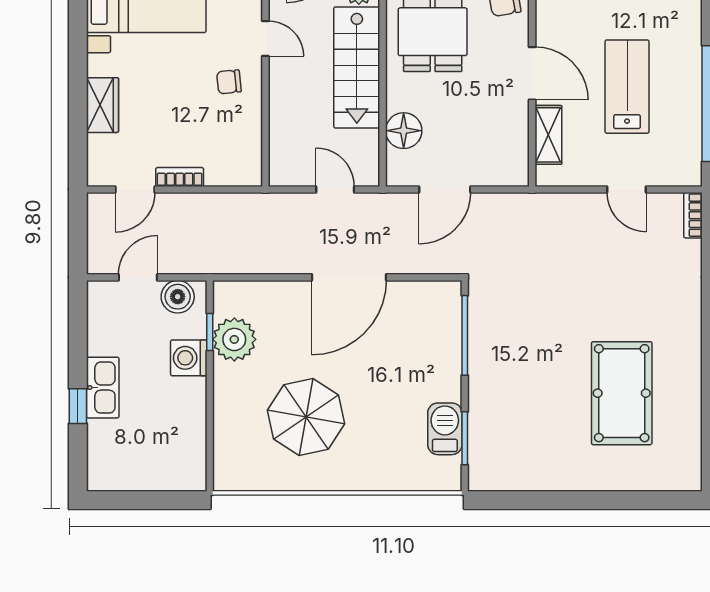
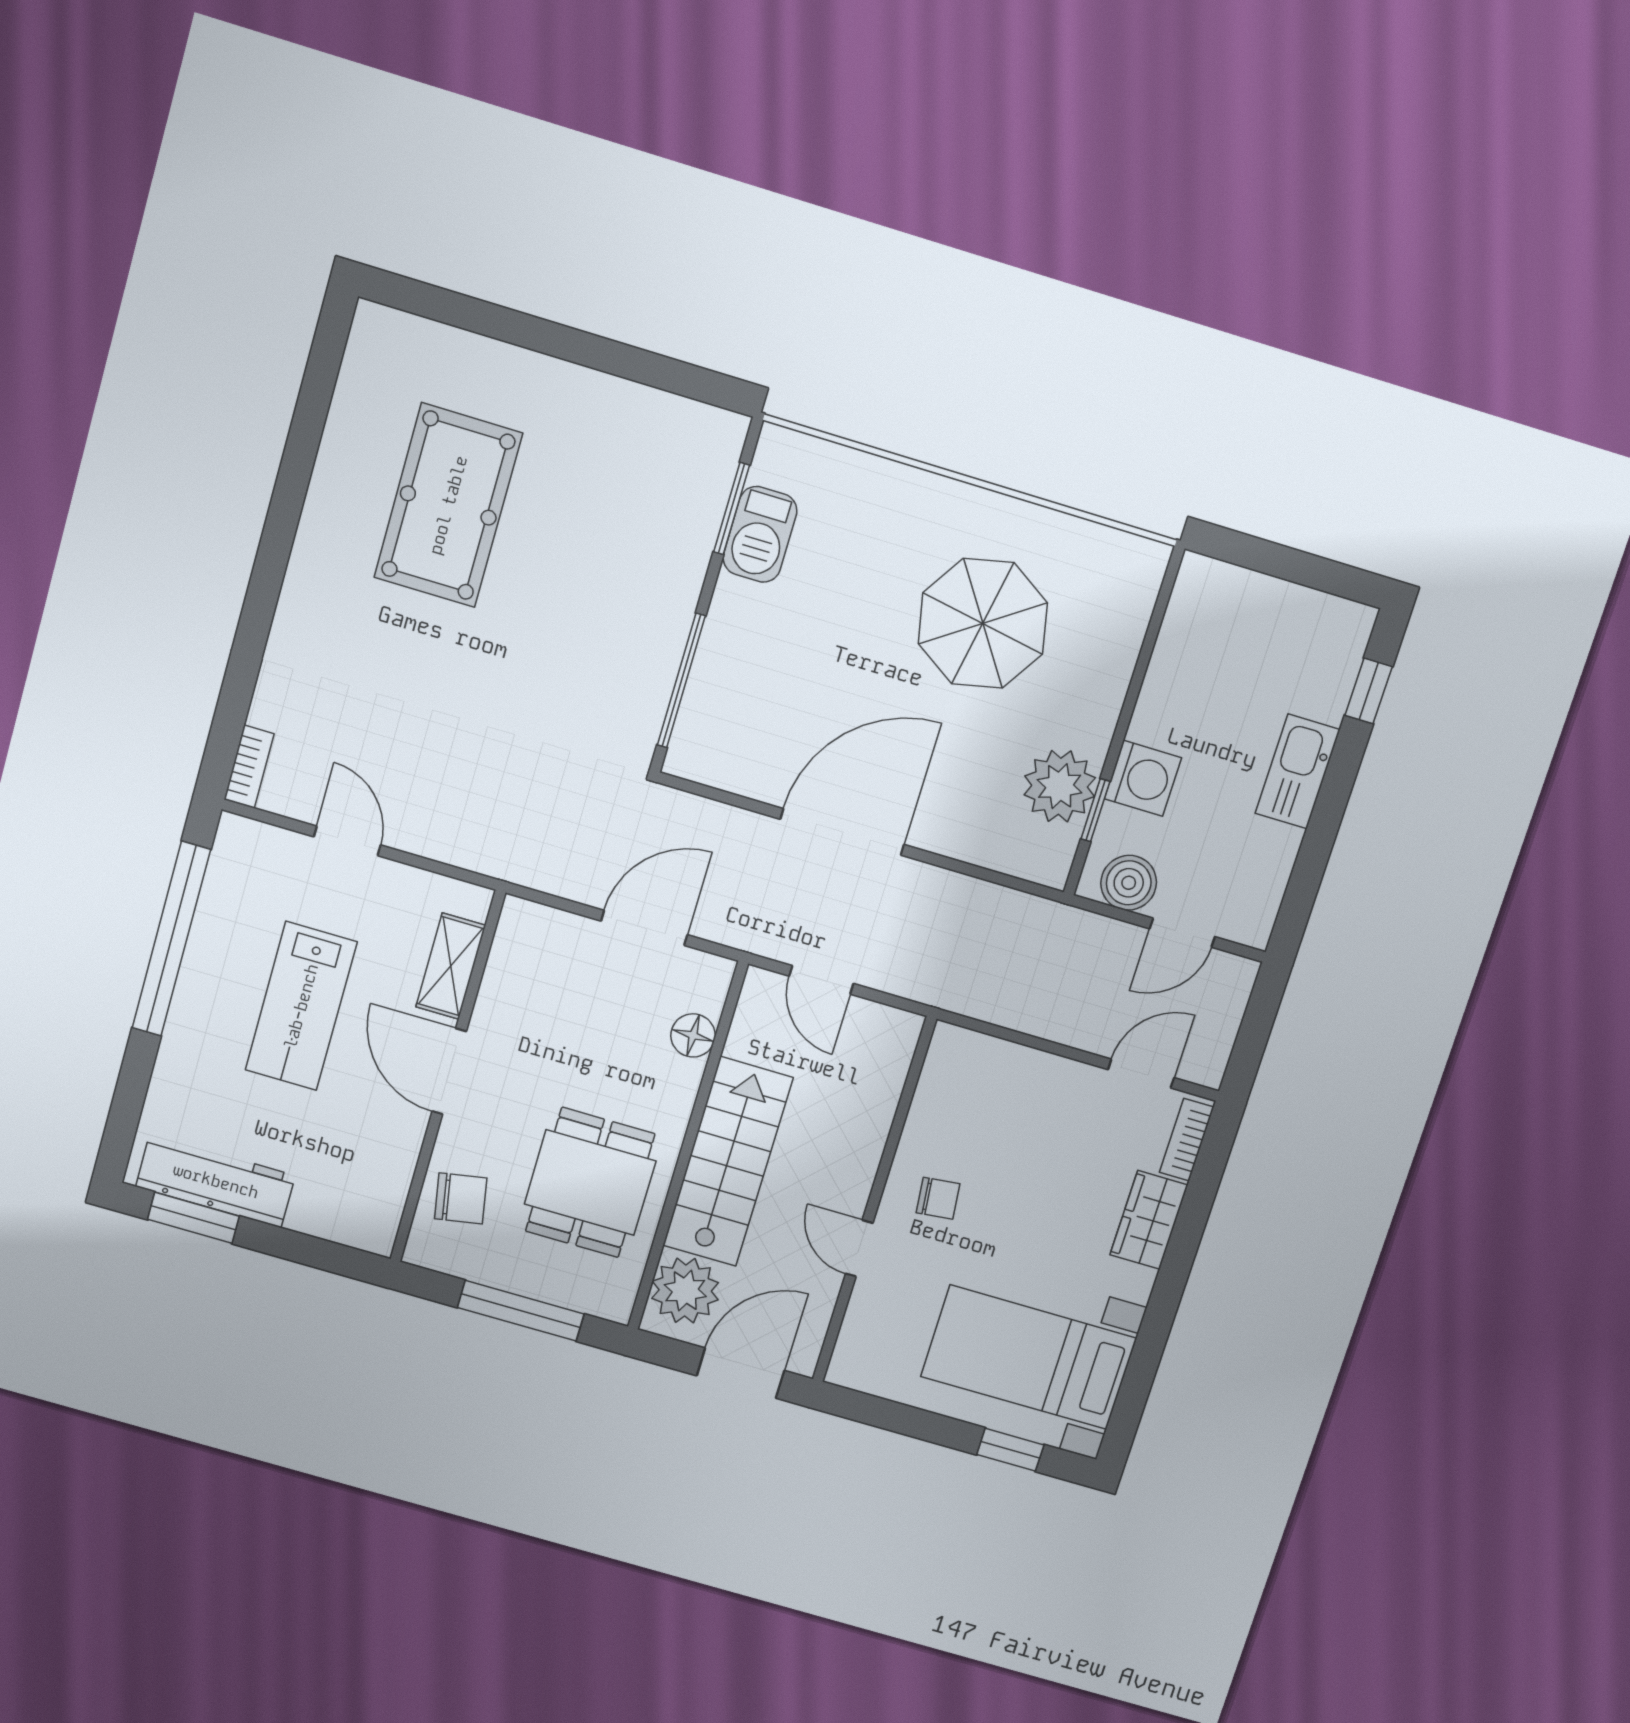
floor lamp: (404, 131) -> (693, 1035), width x0.73, depth x0.73
bookcase: (180, 177) -> (1187, 1140), moved, turned 90
window: (78, 406) -> (1369, 691), moved

